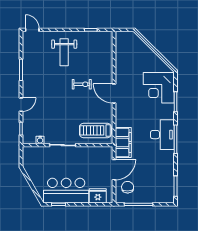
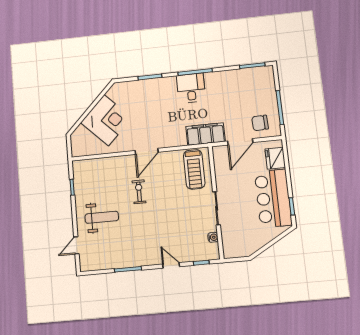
door: (32, 30) -> (76, 245), moved
corner desk: (159, 88) -> (106, 120), moved, turned -45
desk: (162, 135) -> (191, 88), width x0.73
door: (114, 170) -> (240, 142), swing flipped

